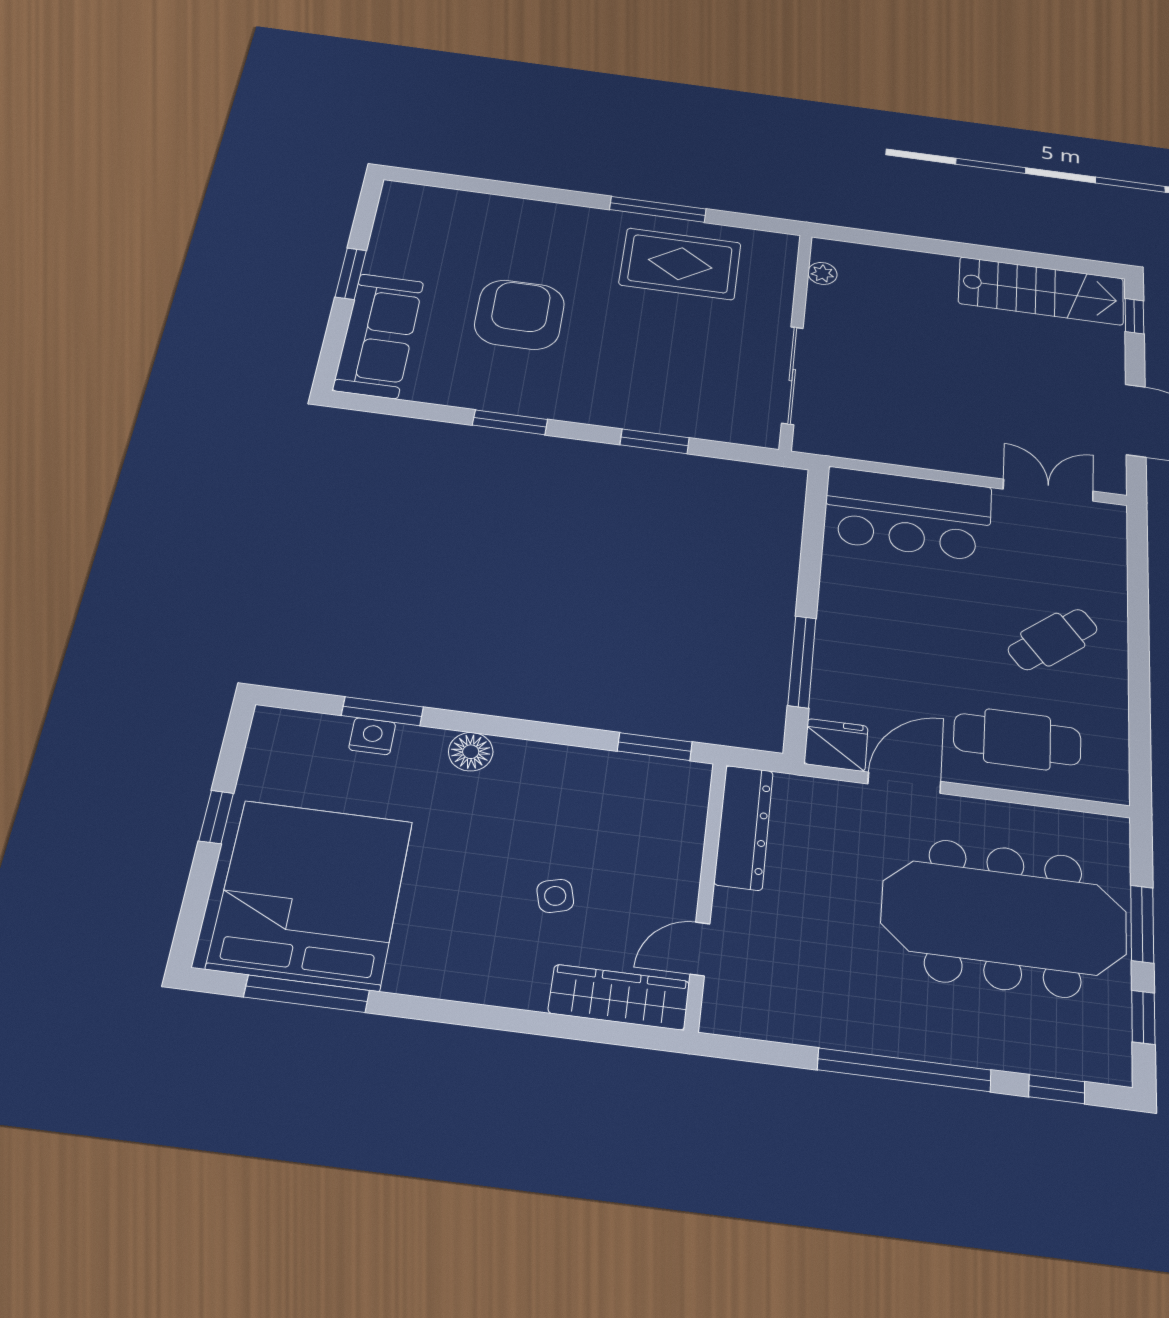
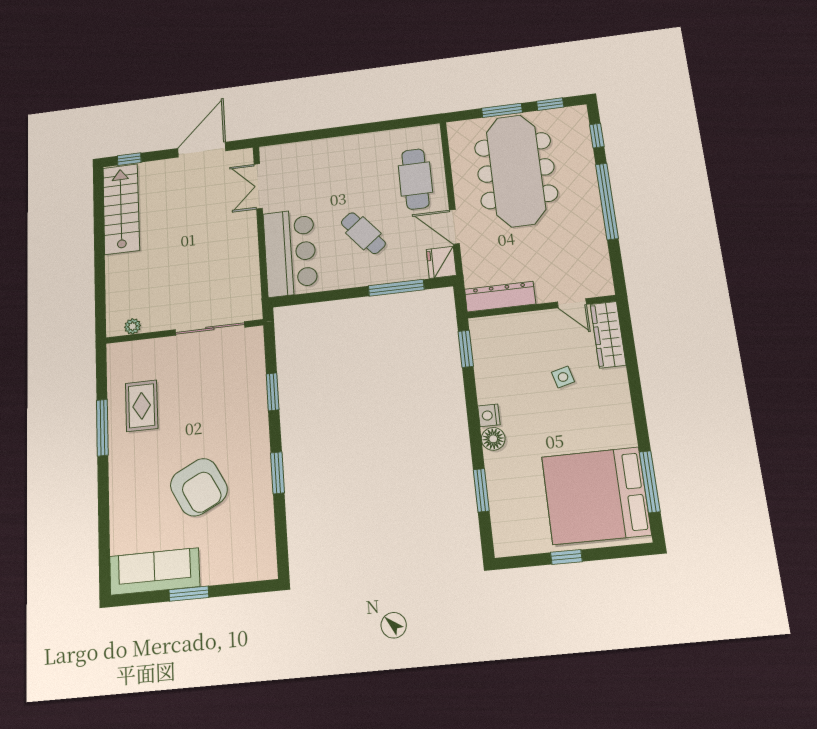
rug: (680, 264) -> (142, 406), width x0.73, depth x0.70
armchair: (520, 315) -> (199, 487), turned -117
sofa: (379, 335) -> (155, 571), moved
cafe table: (1053, 639) -> (363, 233), moved
nightstand: (372, 736) -> (489, 415), moved

